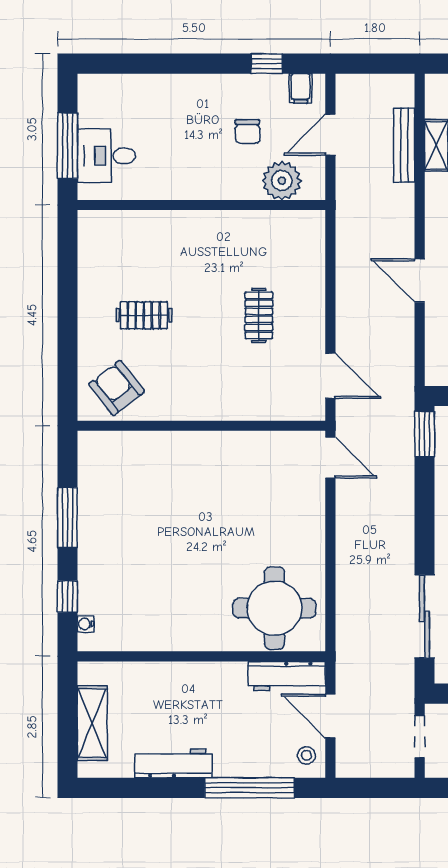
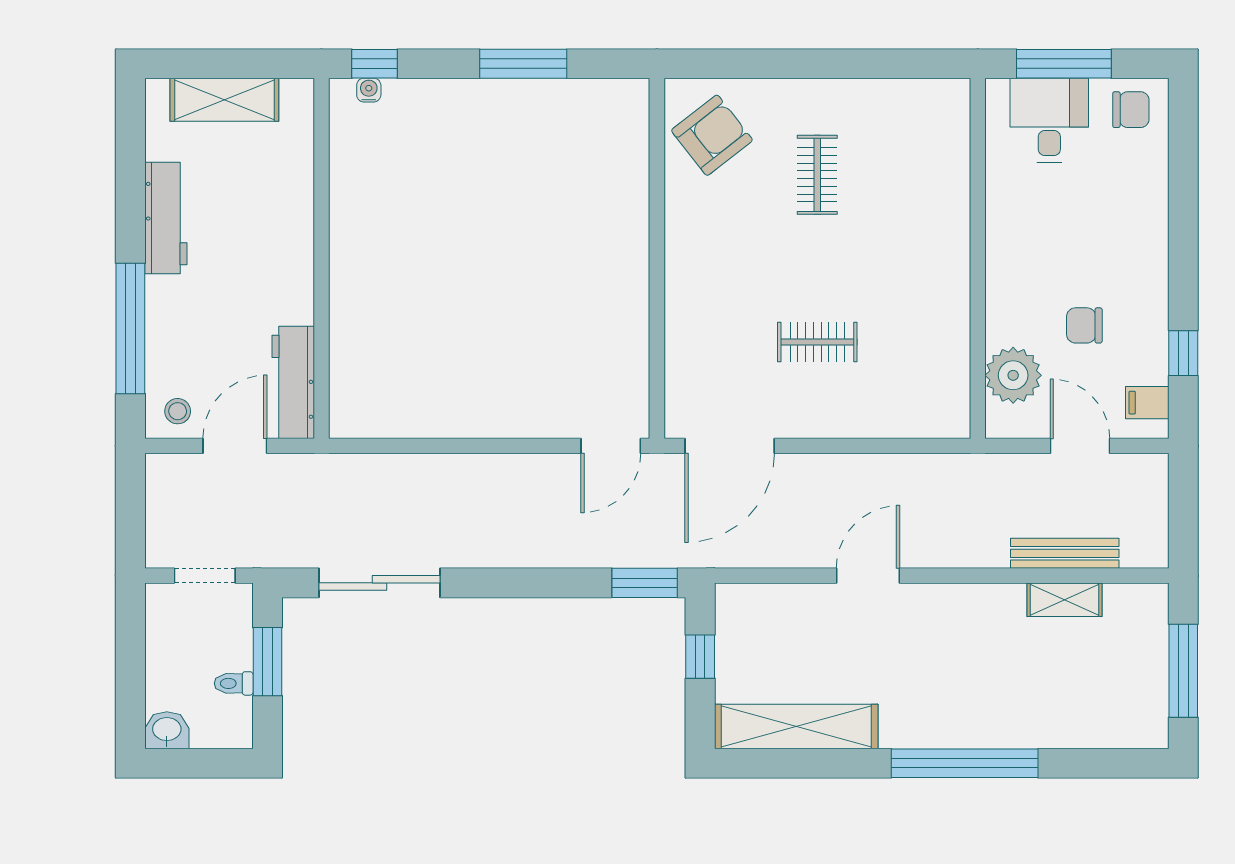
chair: (99, 100) -> (1131, 110), added
door: (330, 376) -> (730, 446), width x1.36
window: (67, 596) -> (374, 64), moved
round table: (274, 608) -> (392, 365), removed

